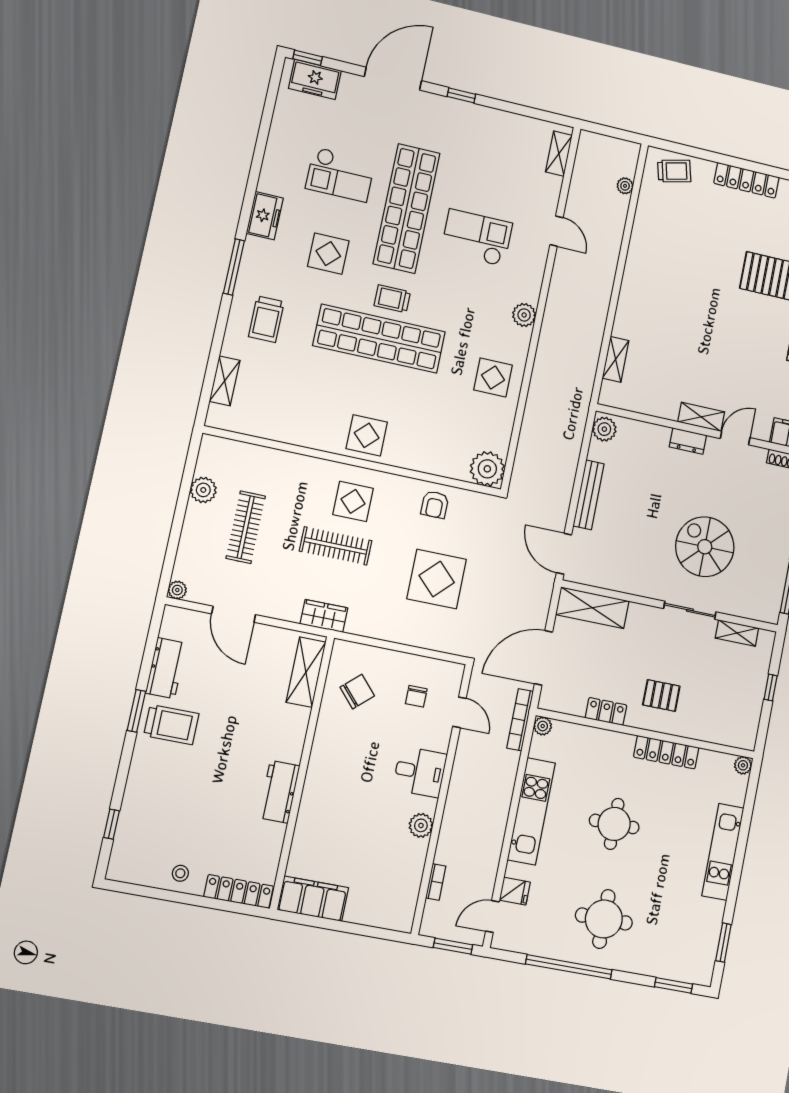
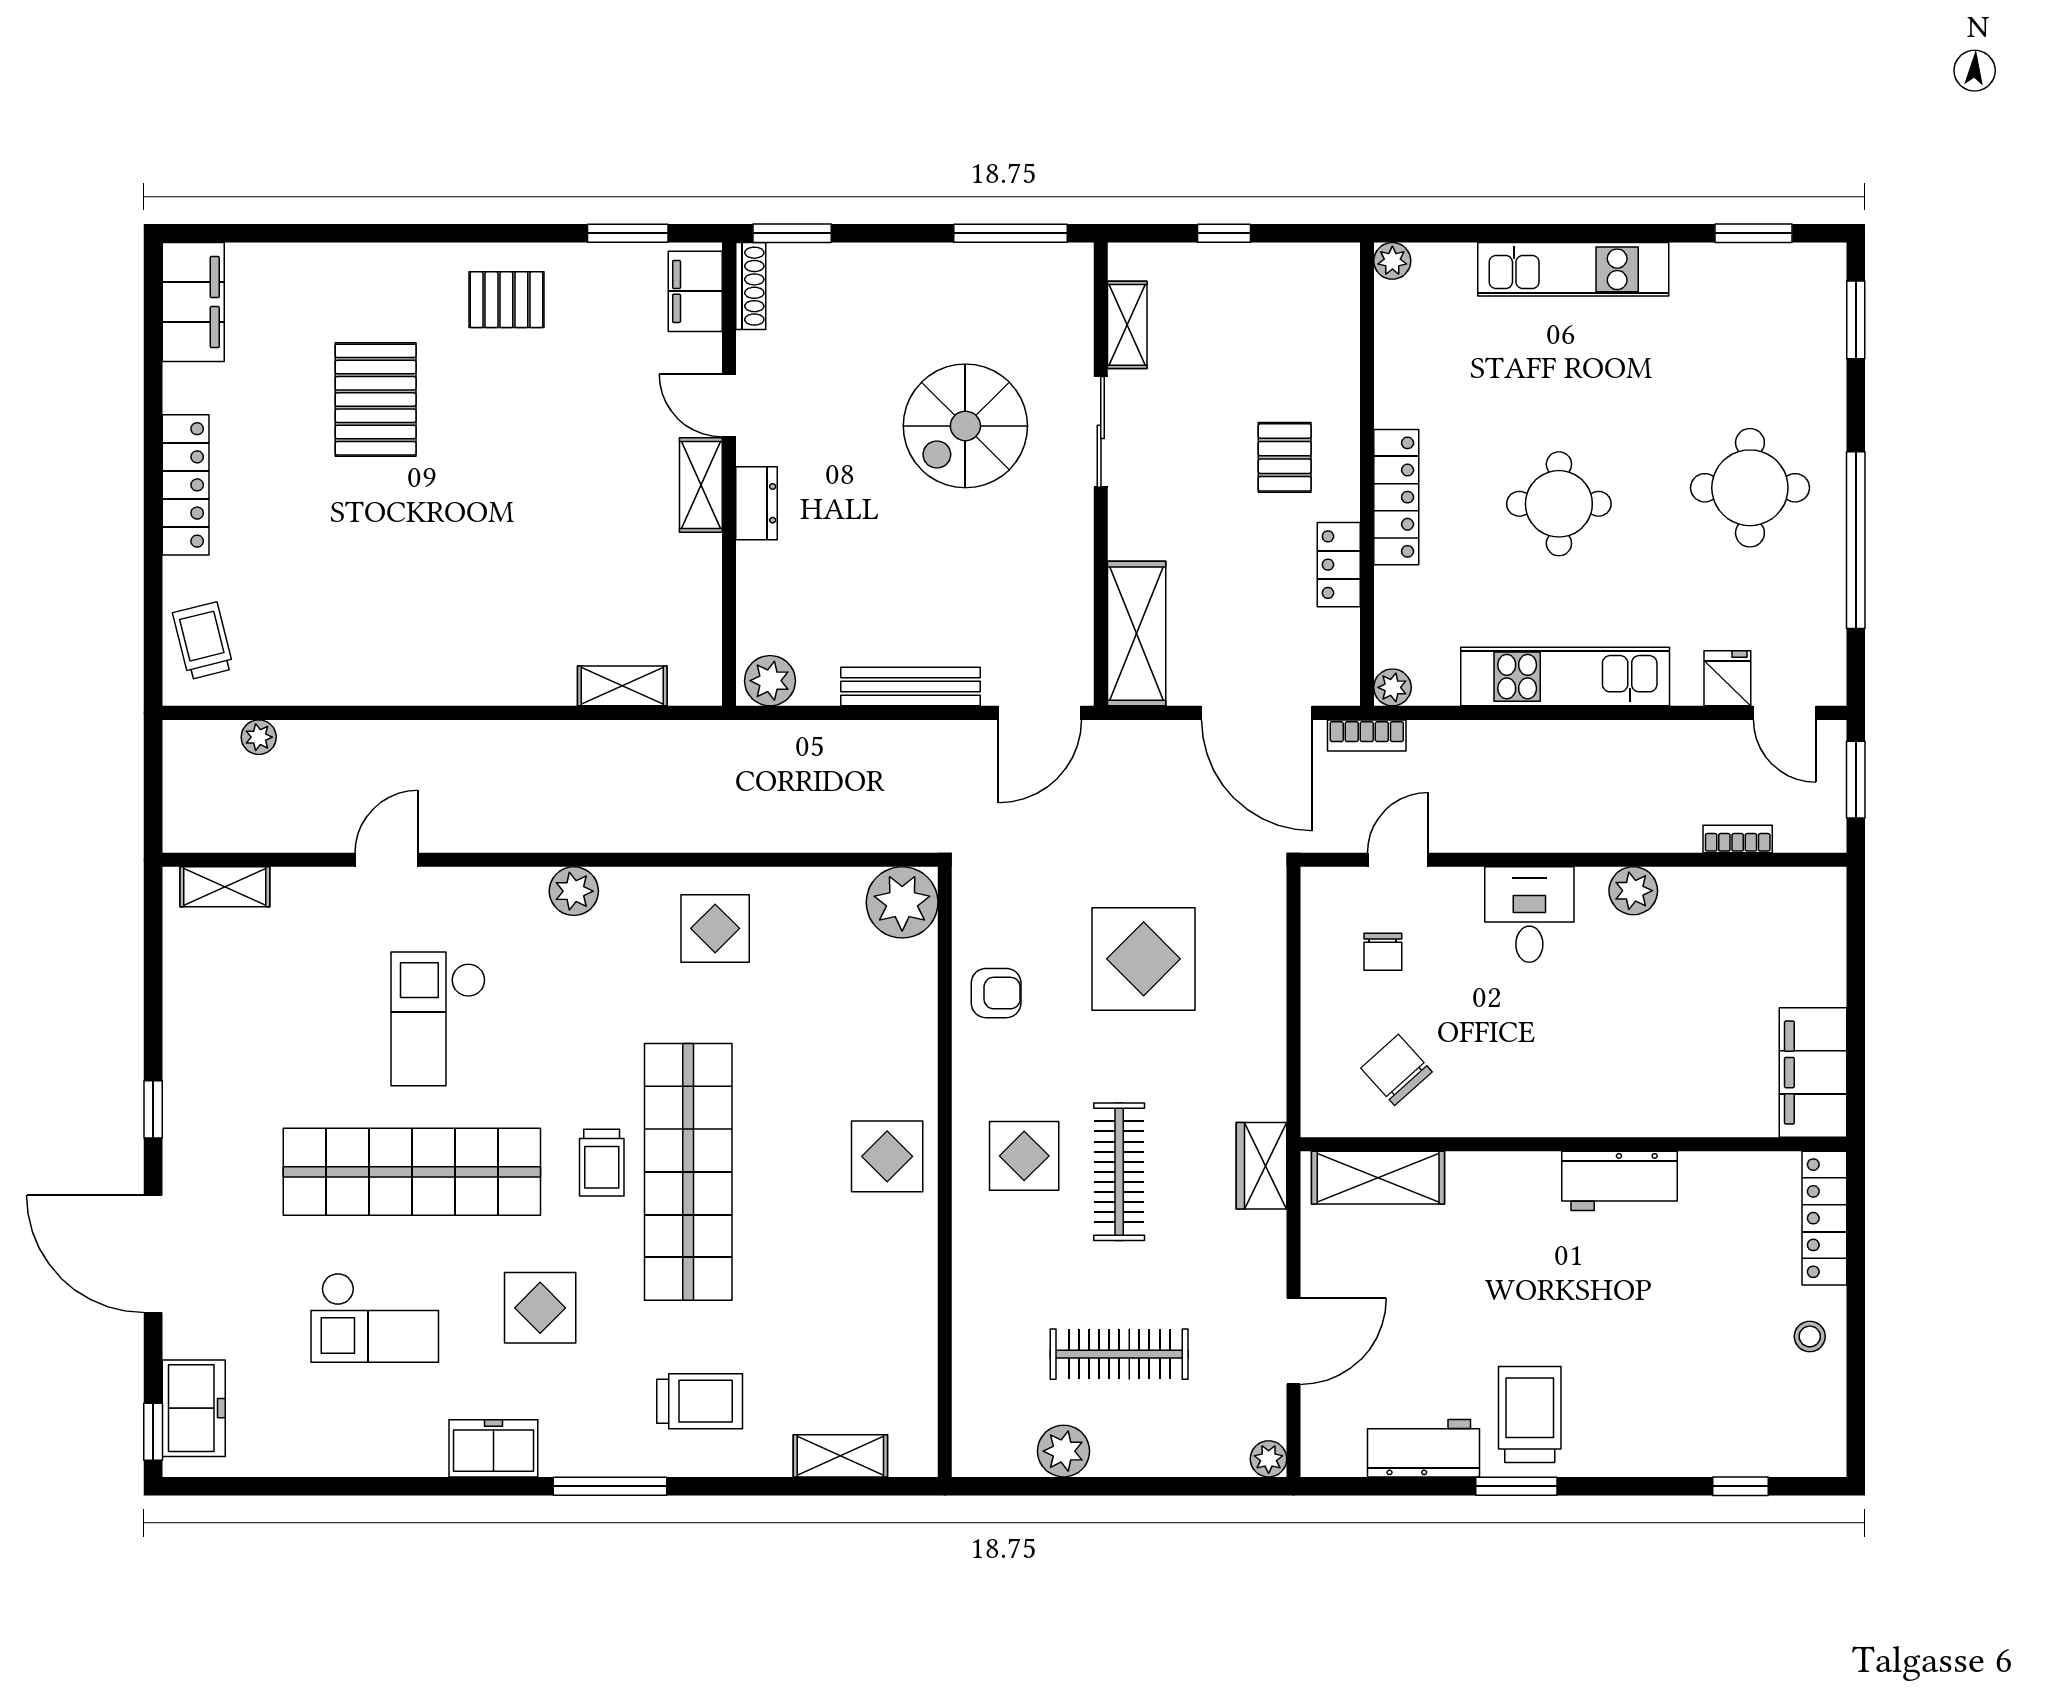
checkout: (340, 175) -> (375, 1318), turned 90
chair: (416, 696) -> (1383, 952), turned 90
bookcase: (520, 720) -> (1367, 735), width x0.64
locker: (666, 752) -> (1396, 497), moved

